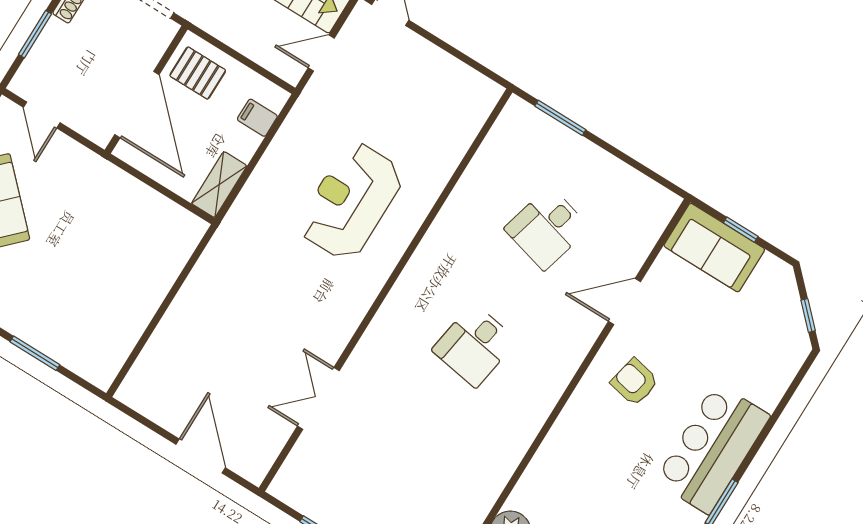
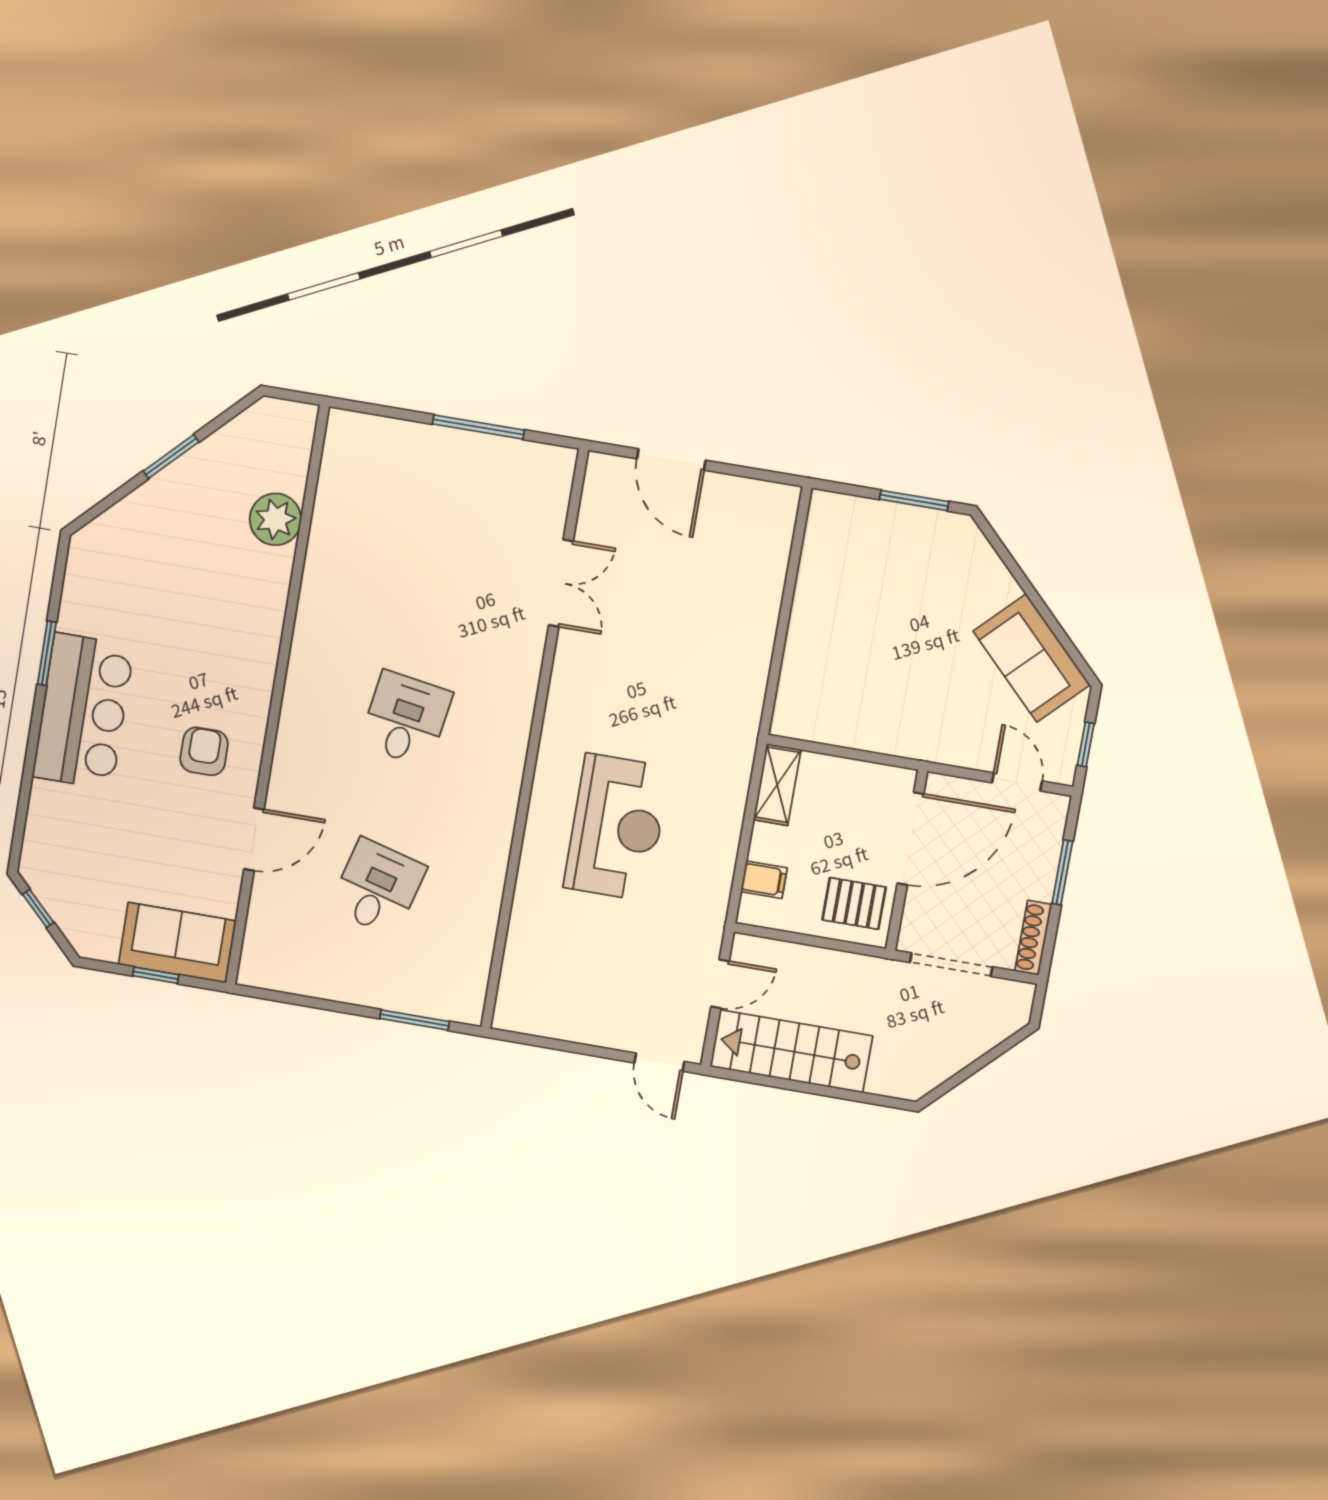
door: (137, 105) -> (910, 839), swing flipped
armchair: (635, 382) -> (204, 751), turned -102

